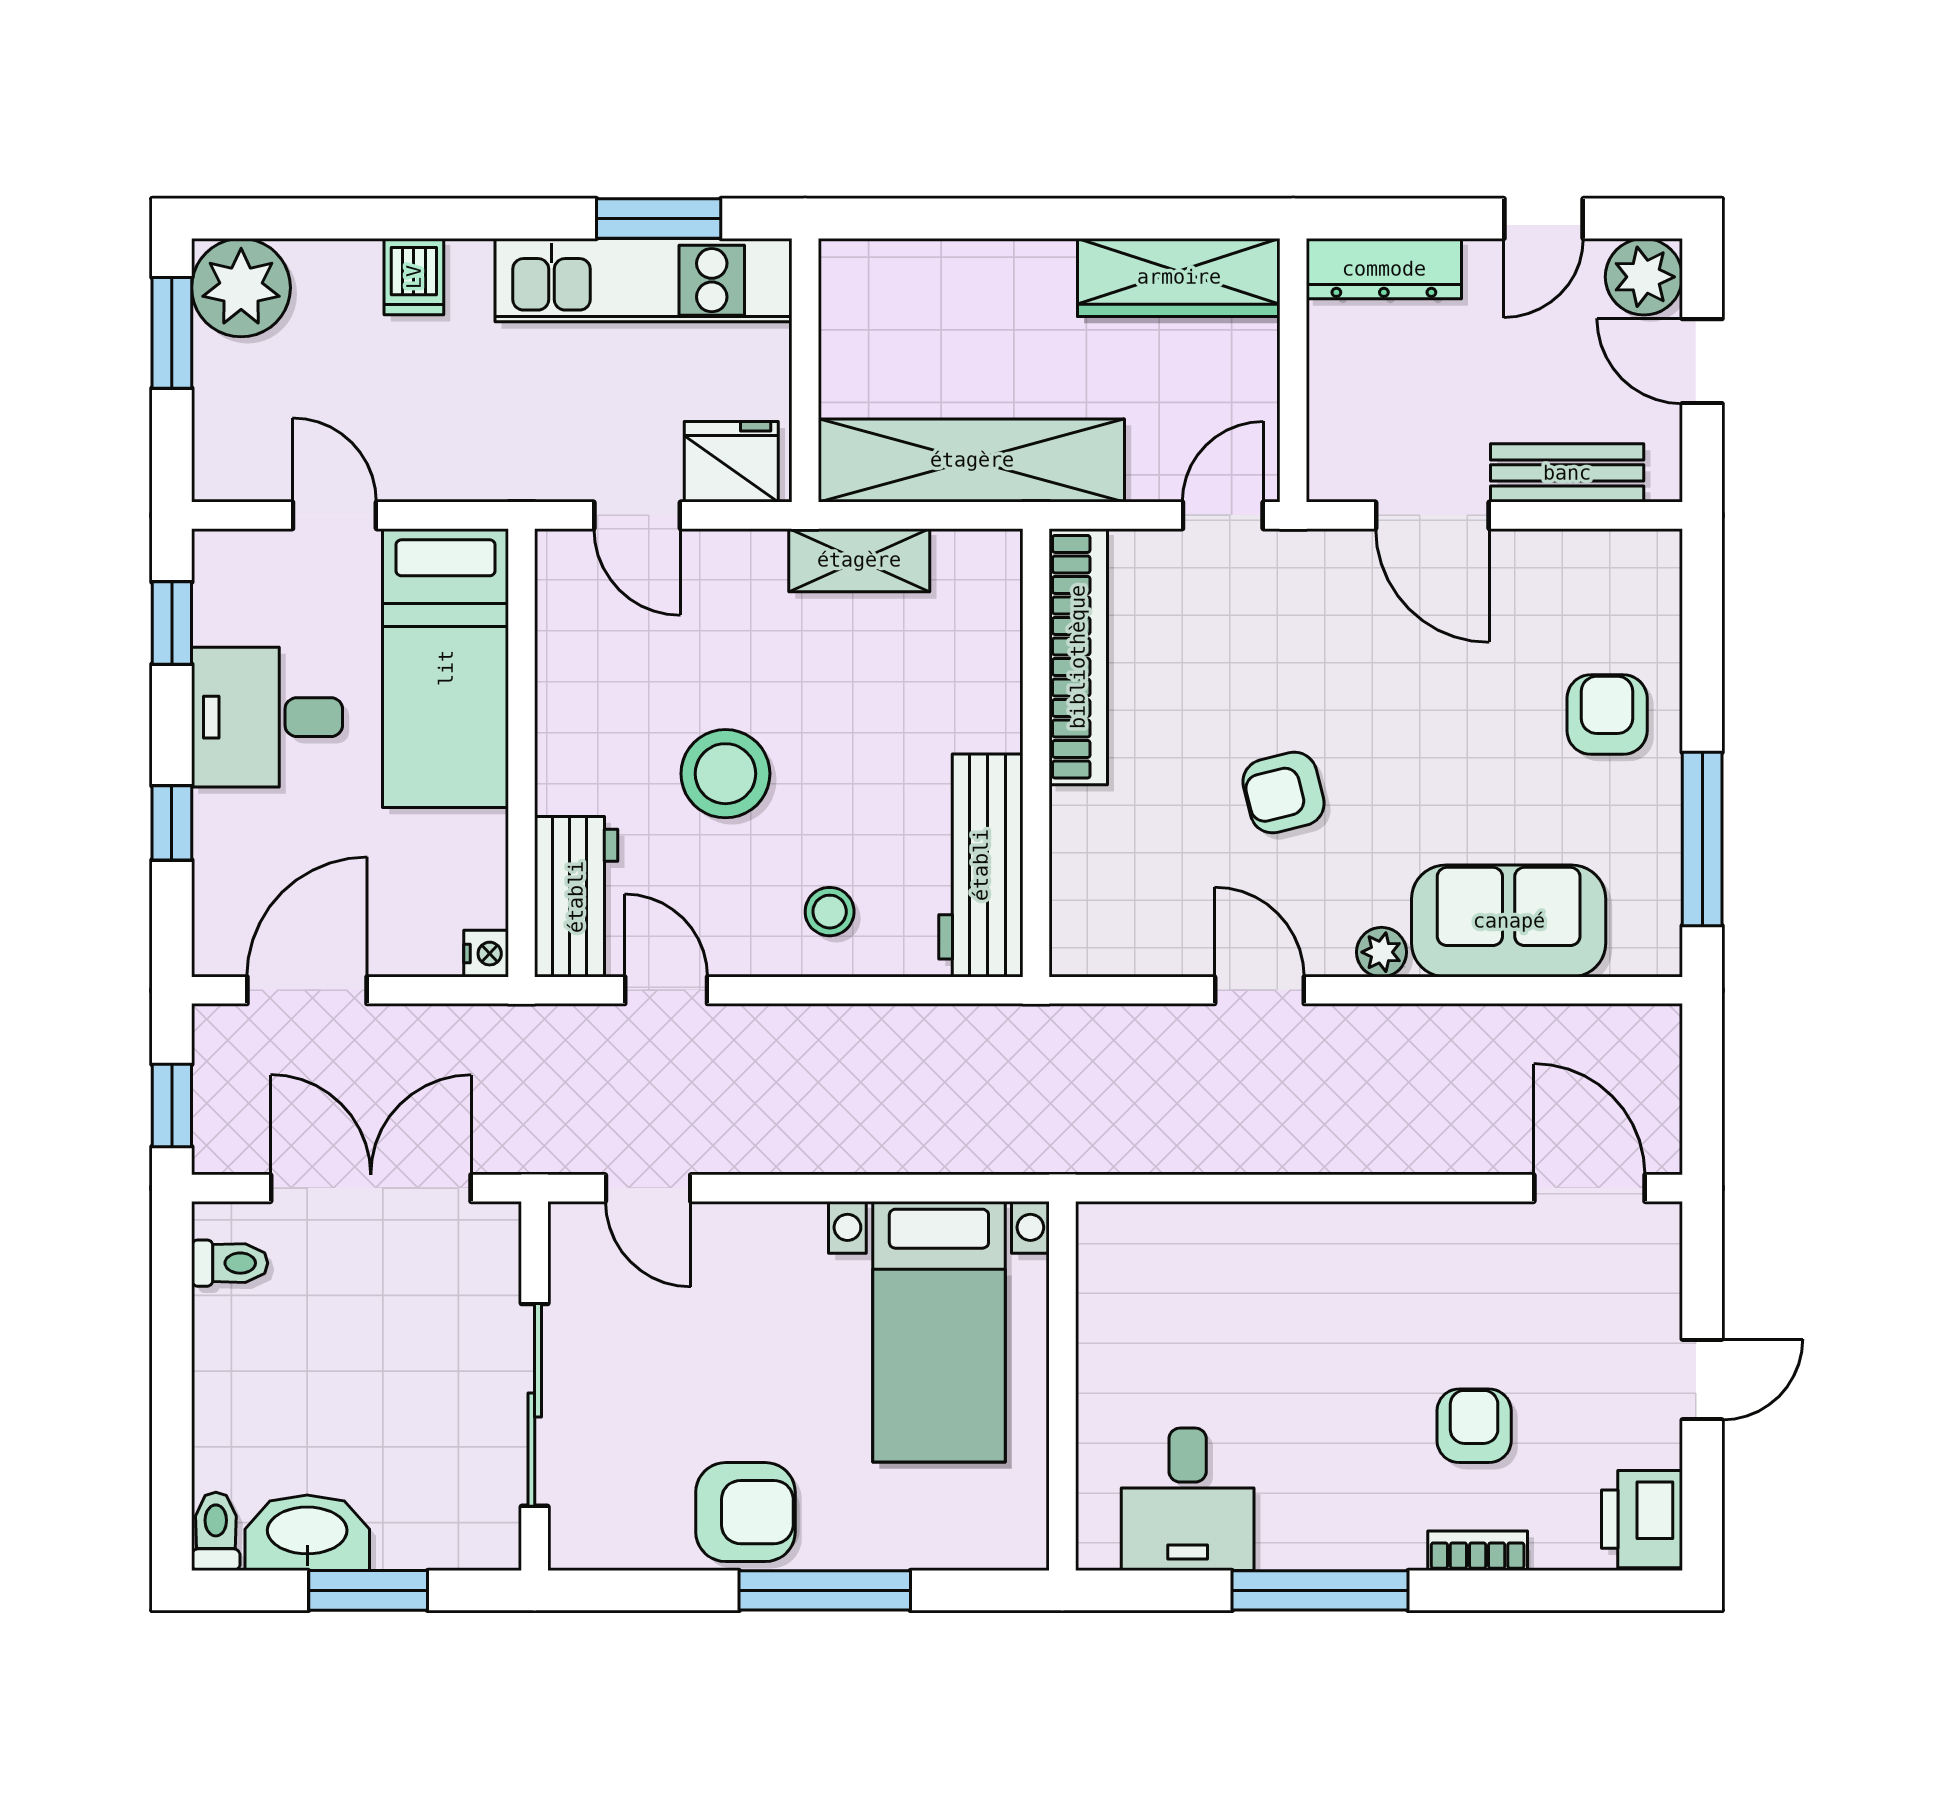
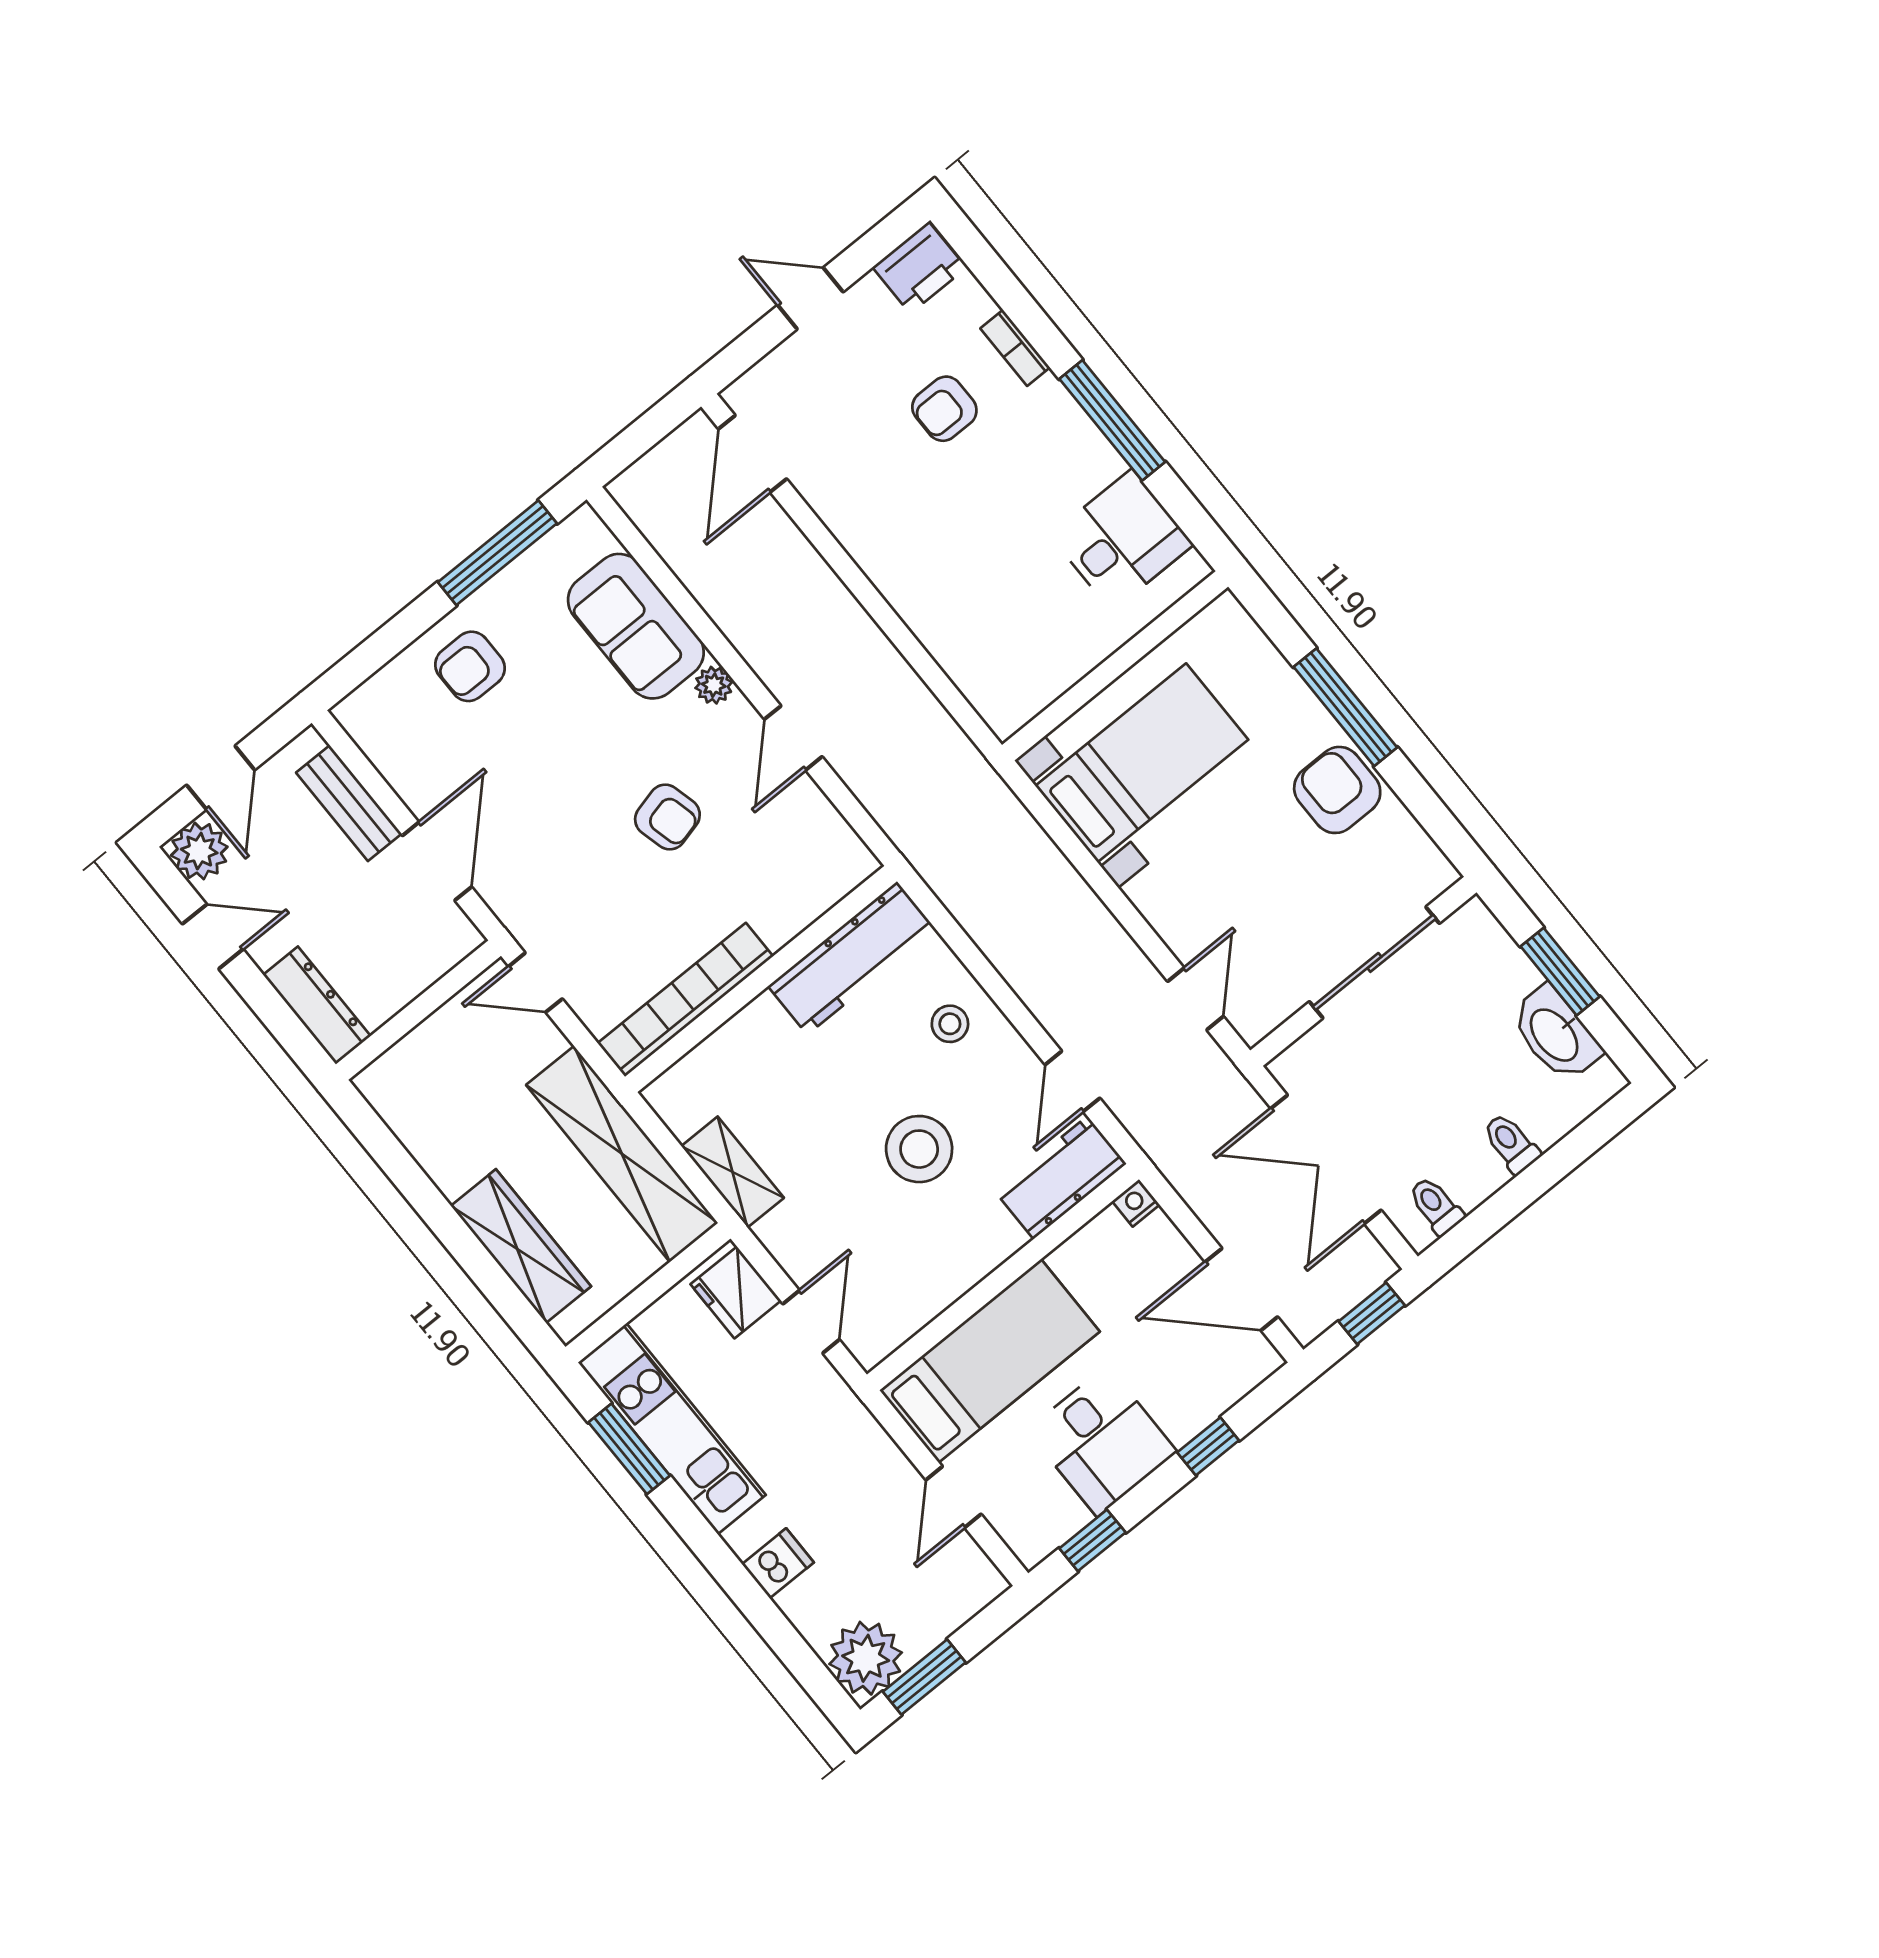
wardrobe: (1179, 277) -> (521, 1246), moved
toilet: (216, 1531) -> (1511, 1143), moved, turned 90

